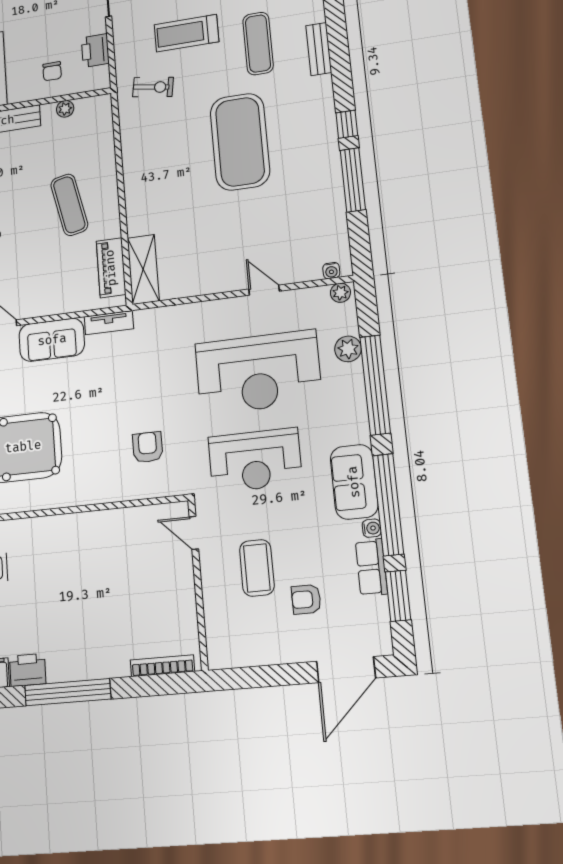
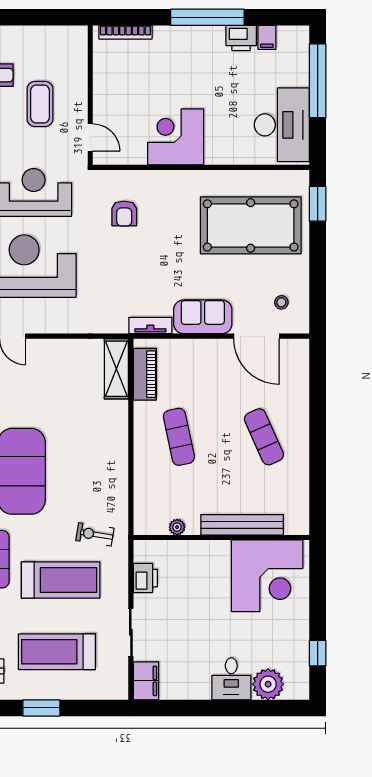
treadmill: (186, 33) -> (61, 580), width x1.37, depth x1.38
chair: (52, 71) -> (187, 565), removed
corner desk: (95, 544) -> (176, 137), added

